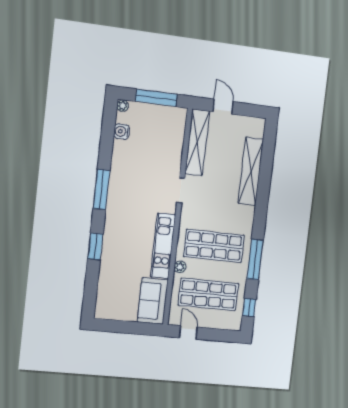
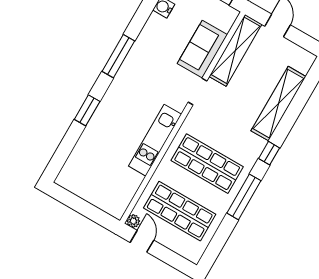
plant: (180, 267) -> (133, 221), moved
sofa: (153, 301) -> (202, 49), moved
window: (249, 307) -> (269, 153), moved

